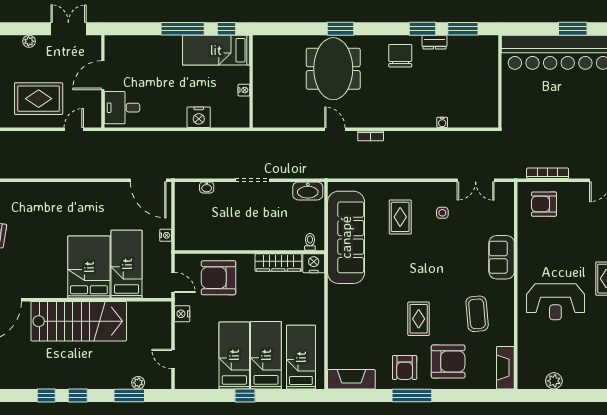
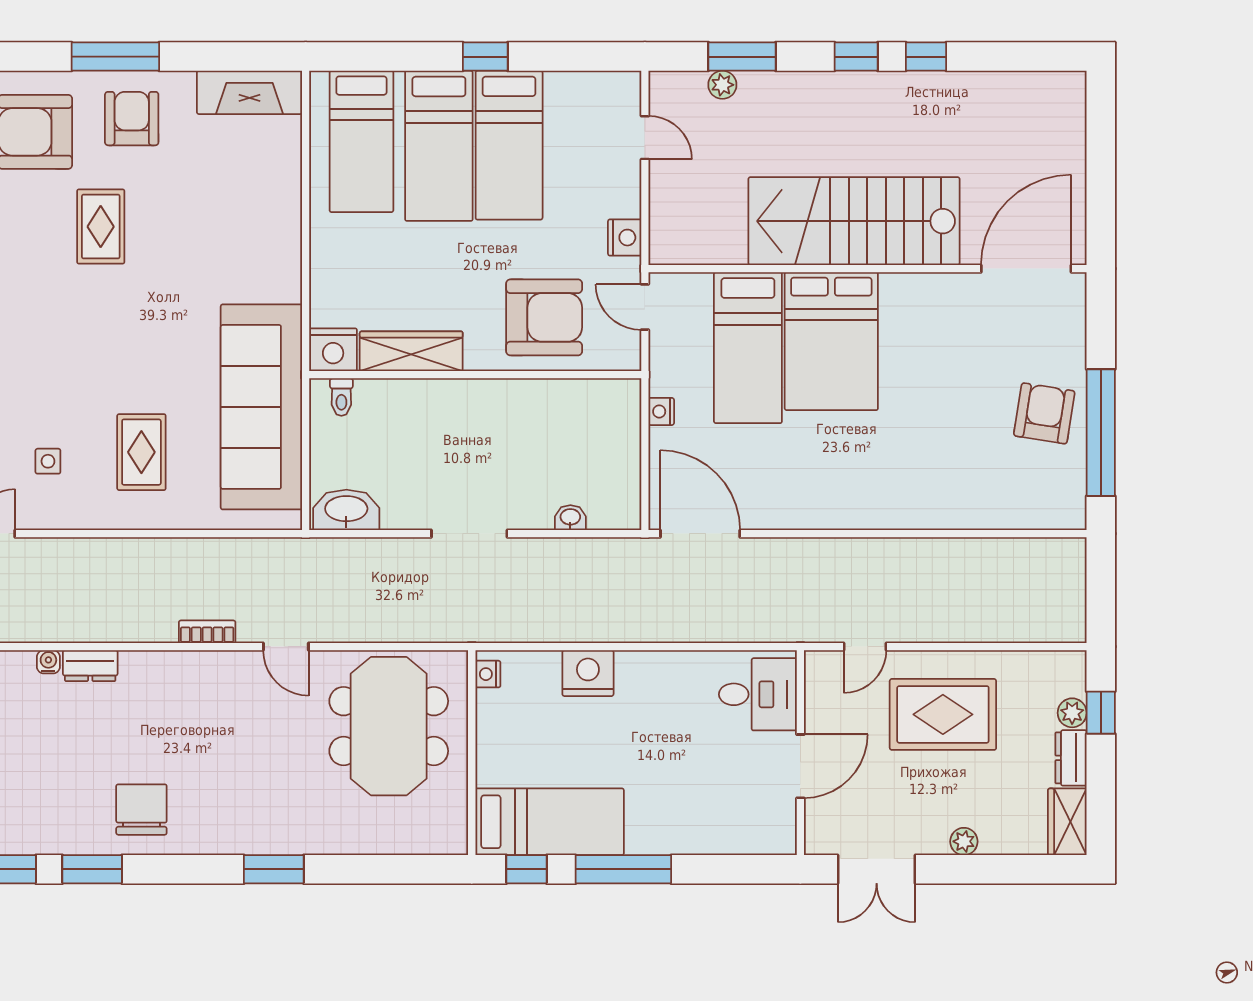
dresser: (434, 42) -> (90, 666), moved, turned 180
chair: (400, 56) -> (141, 810), turned 180
meeting table: (333, 69) -> (389, 726), moved
nightstand: (244, 90) -> (488, 674), moved

